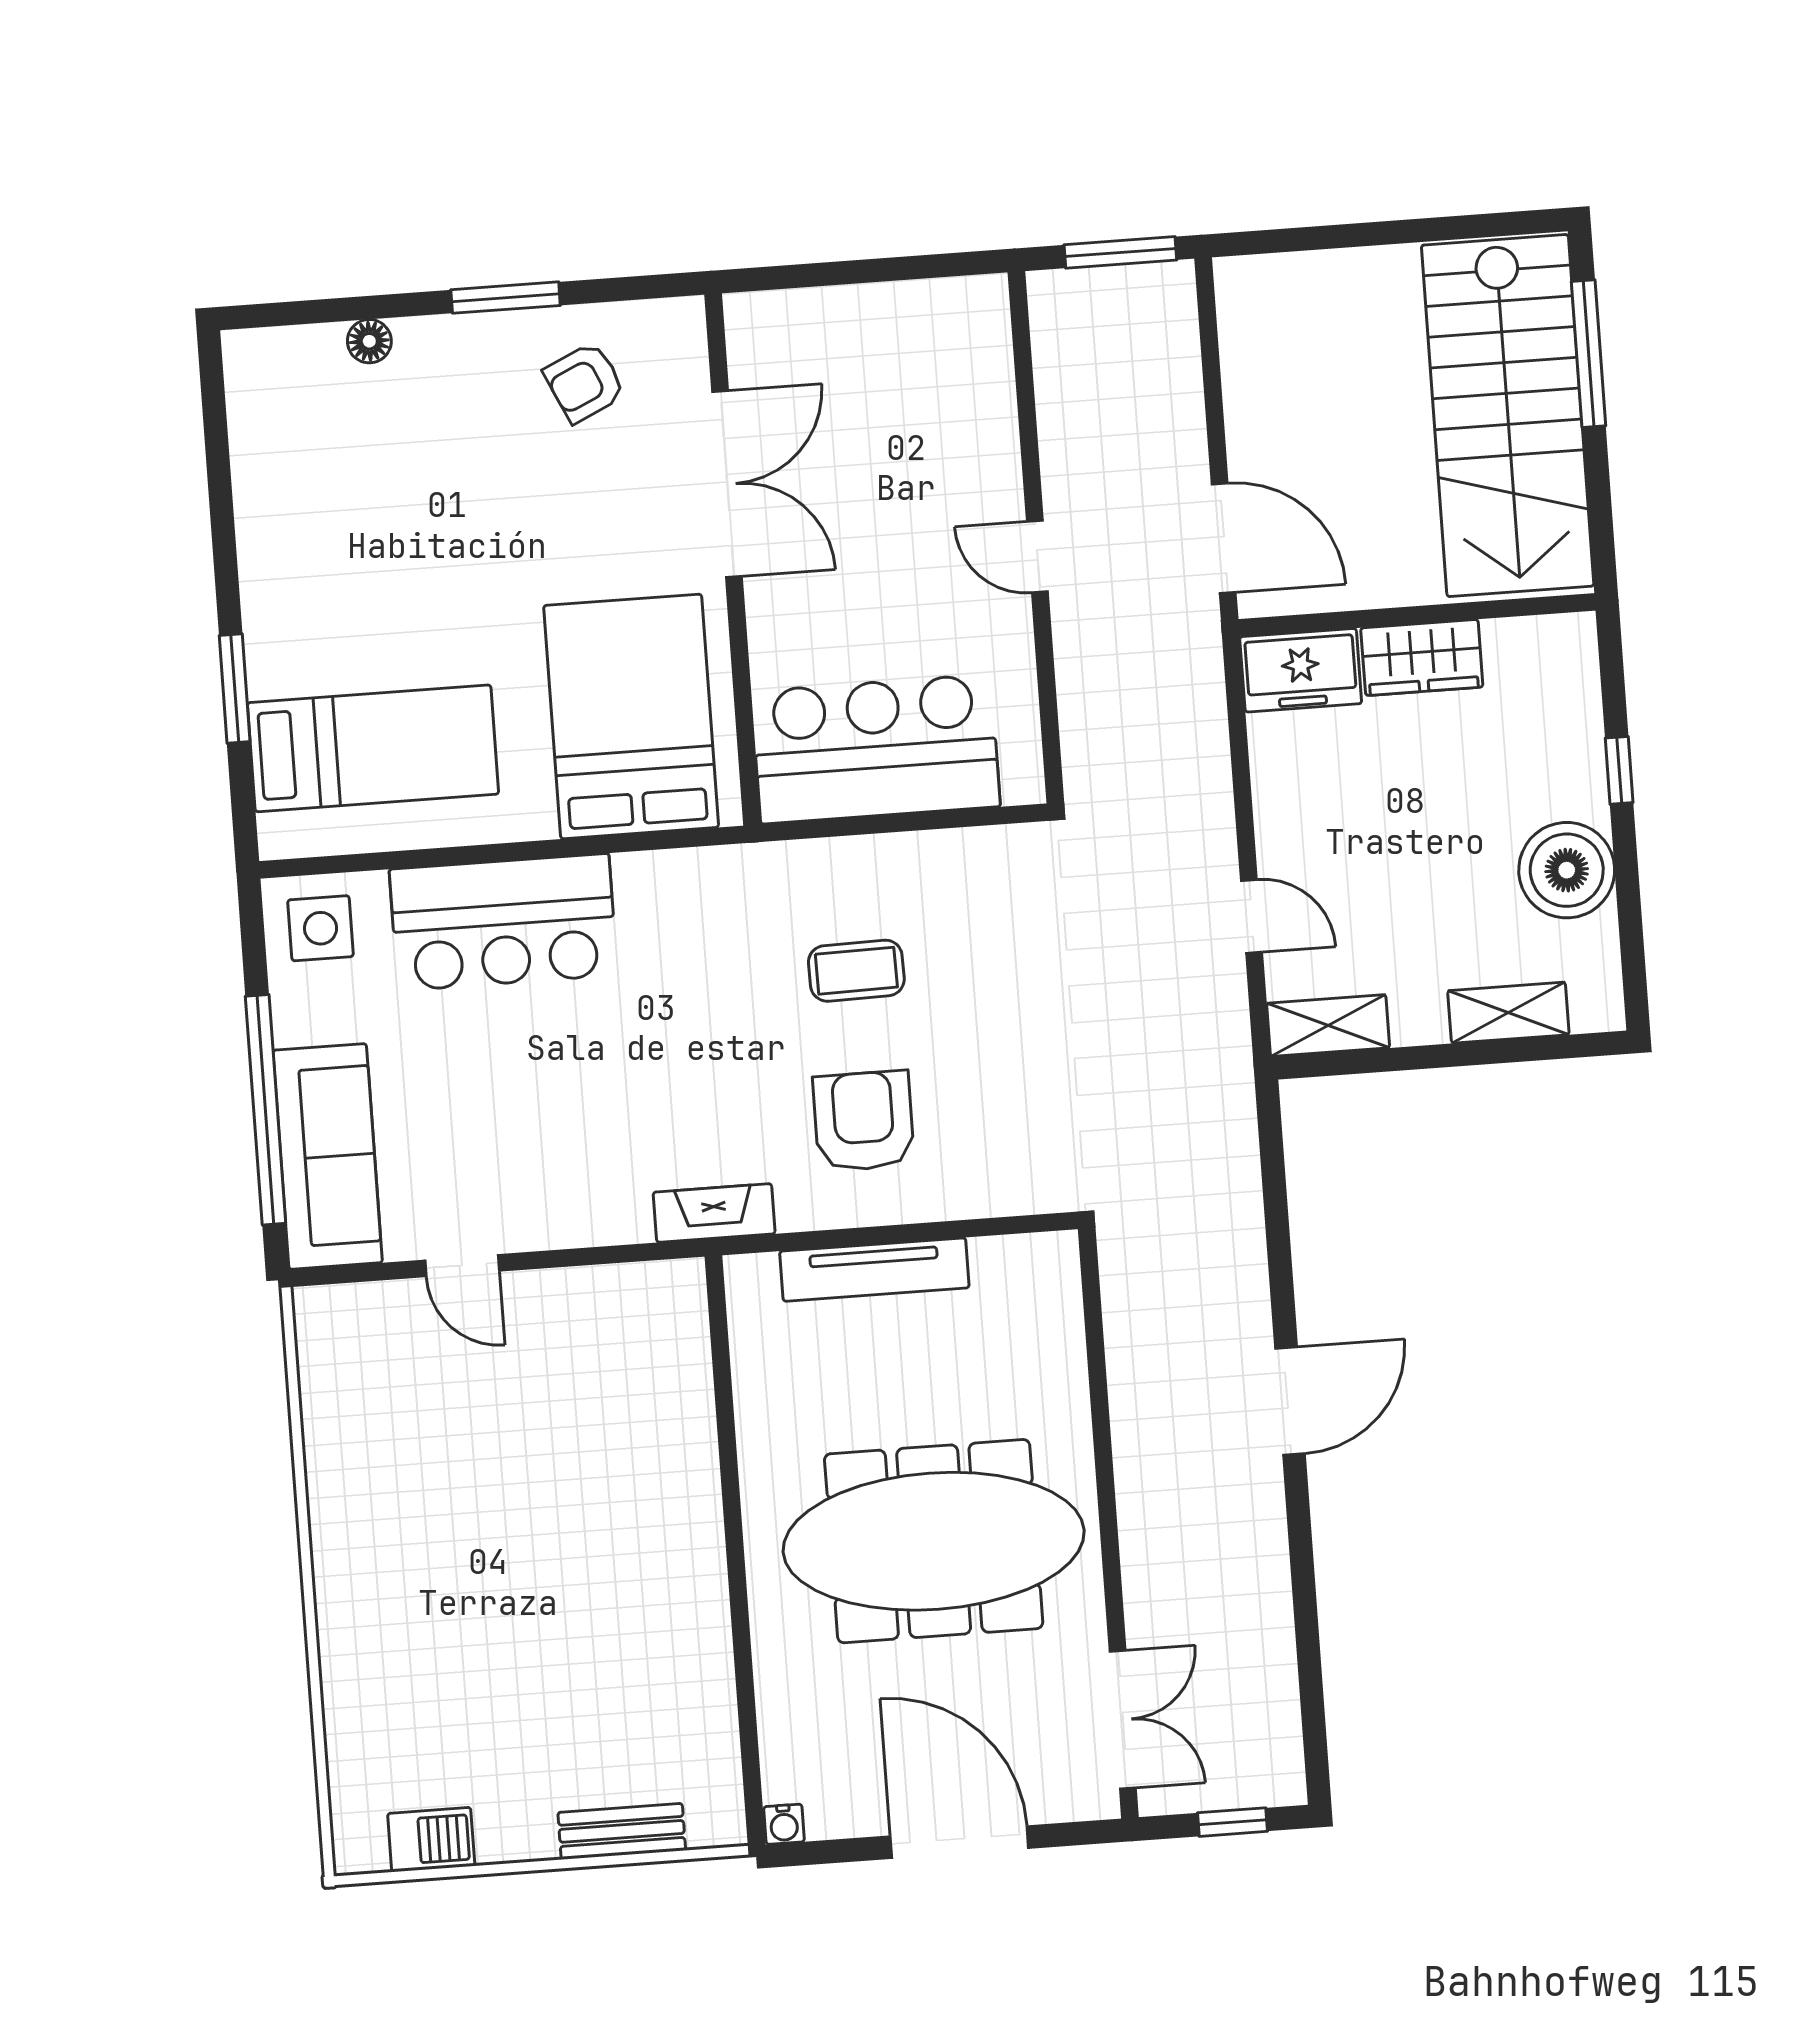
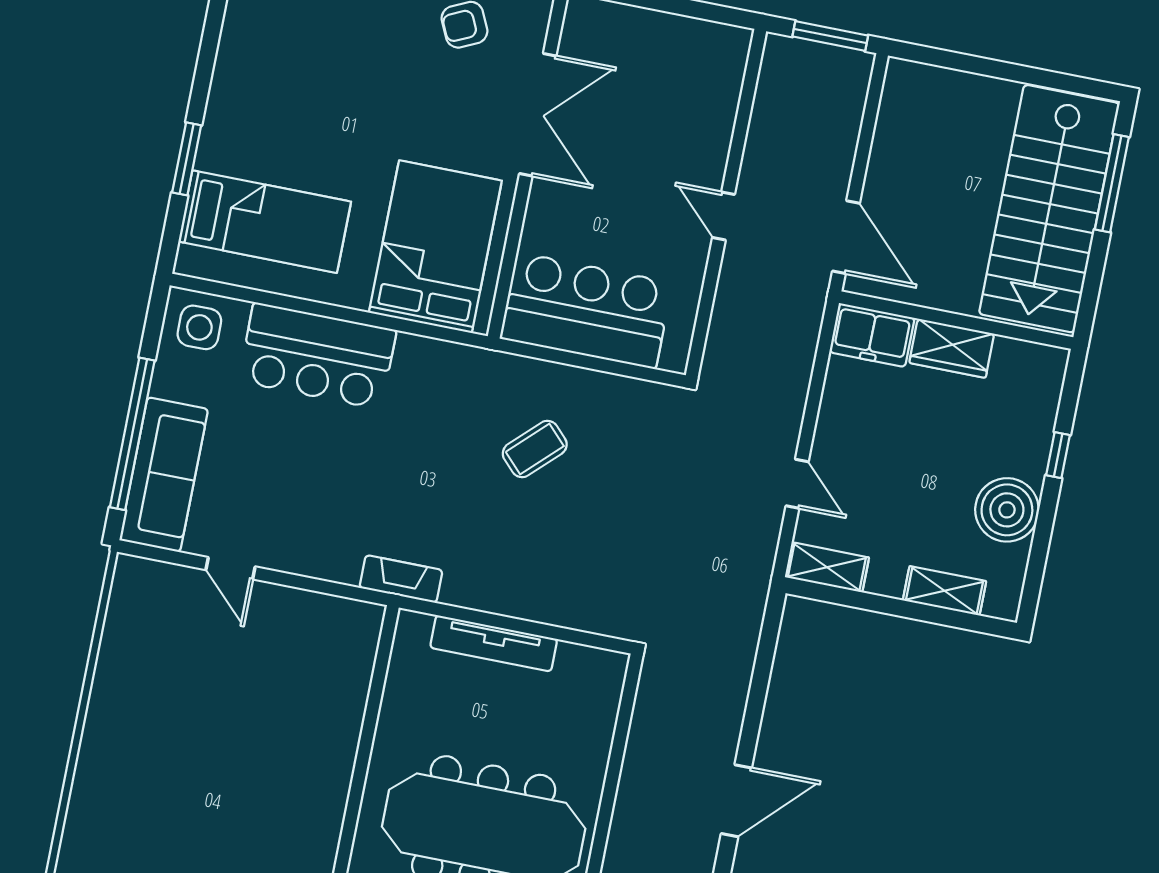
coffee table: (856, 971) -> (535, 449), turned -43
armchair: (864, 1121) -> (513, 546), removed

